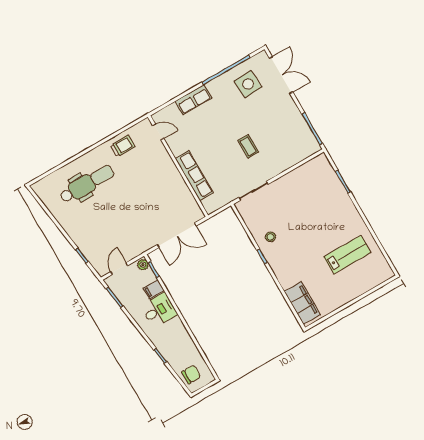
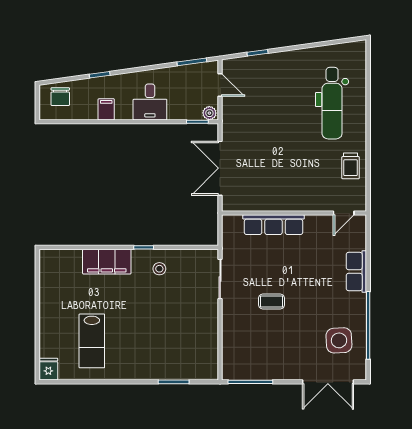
fridge: (384, 273) -> (48, 369), added
filing cabinet: (154, 289) -> (106, 109), moved
filing cabinet: (302, 303) -> (107, 262), moved

